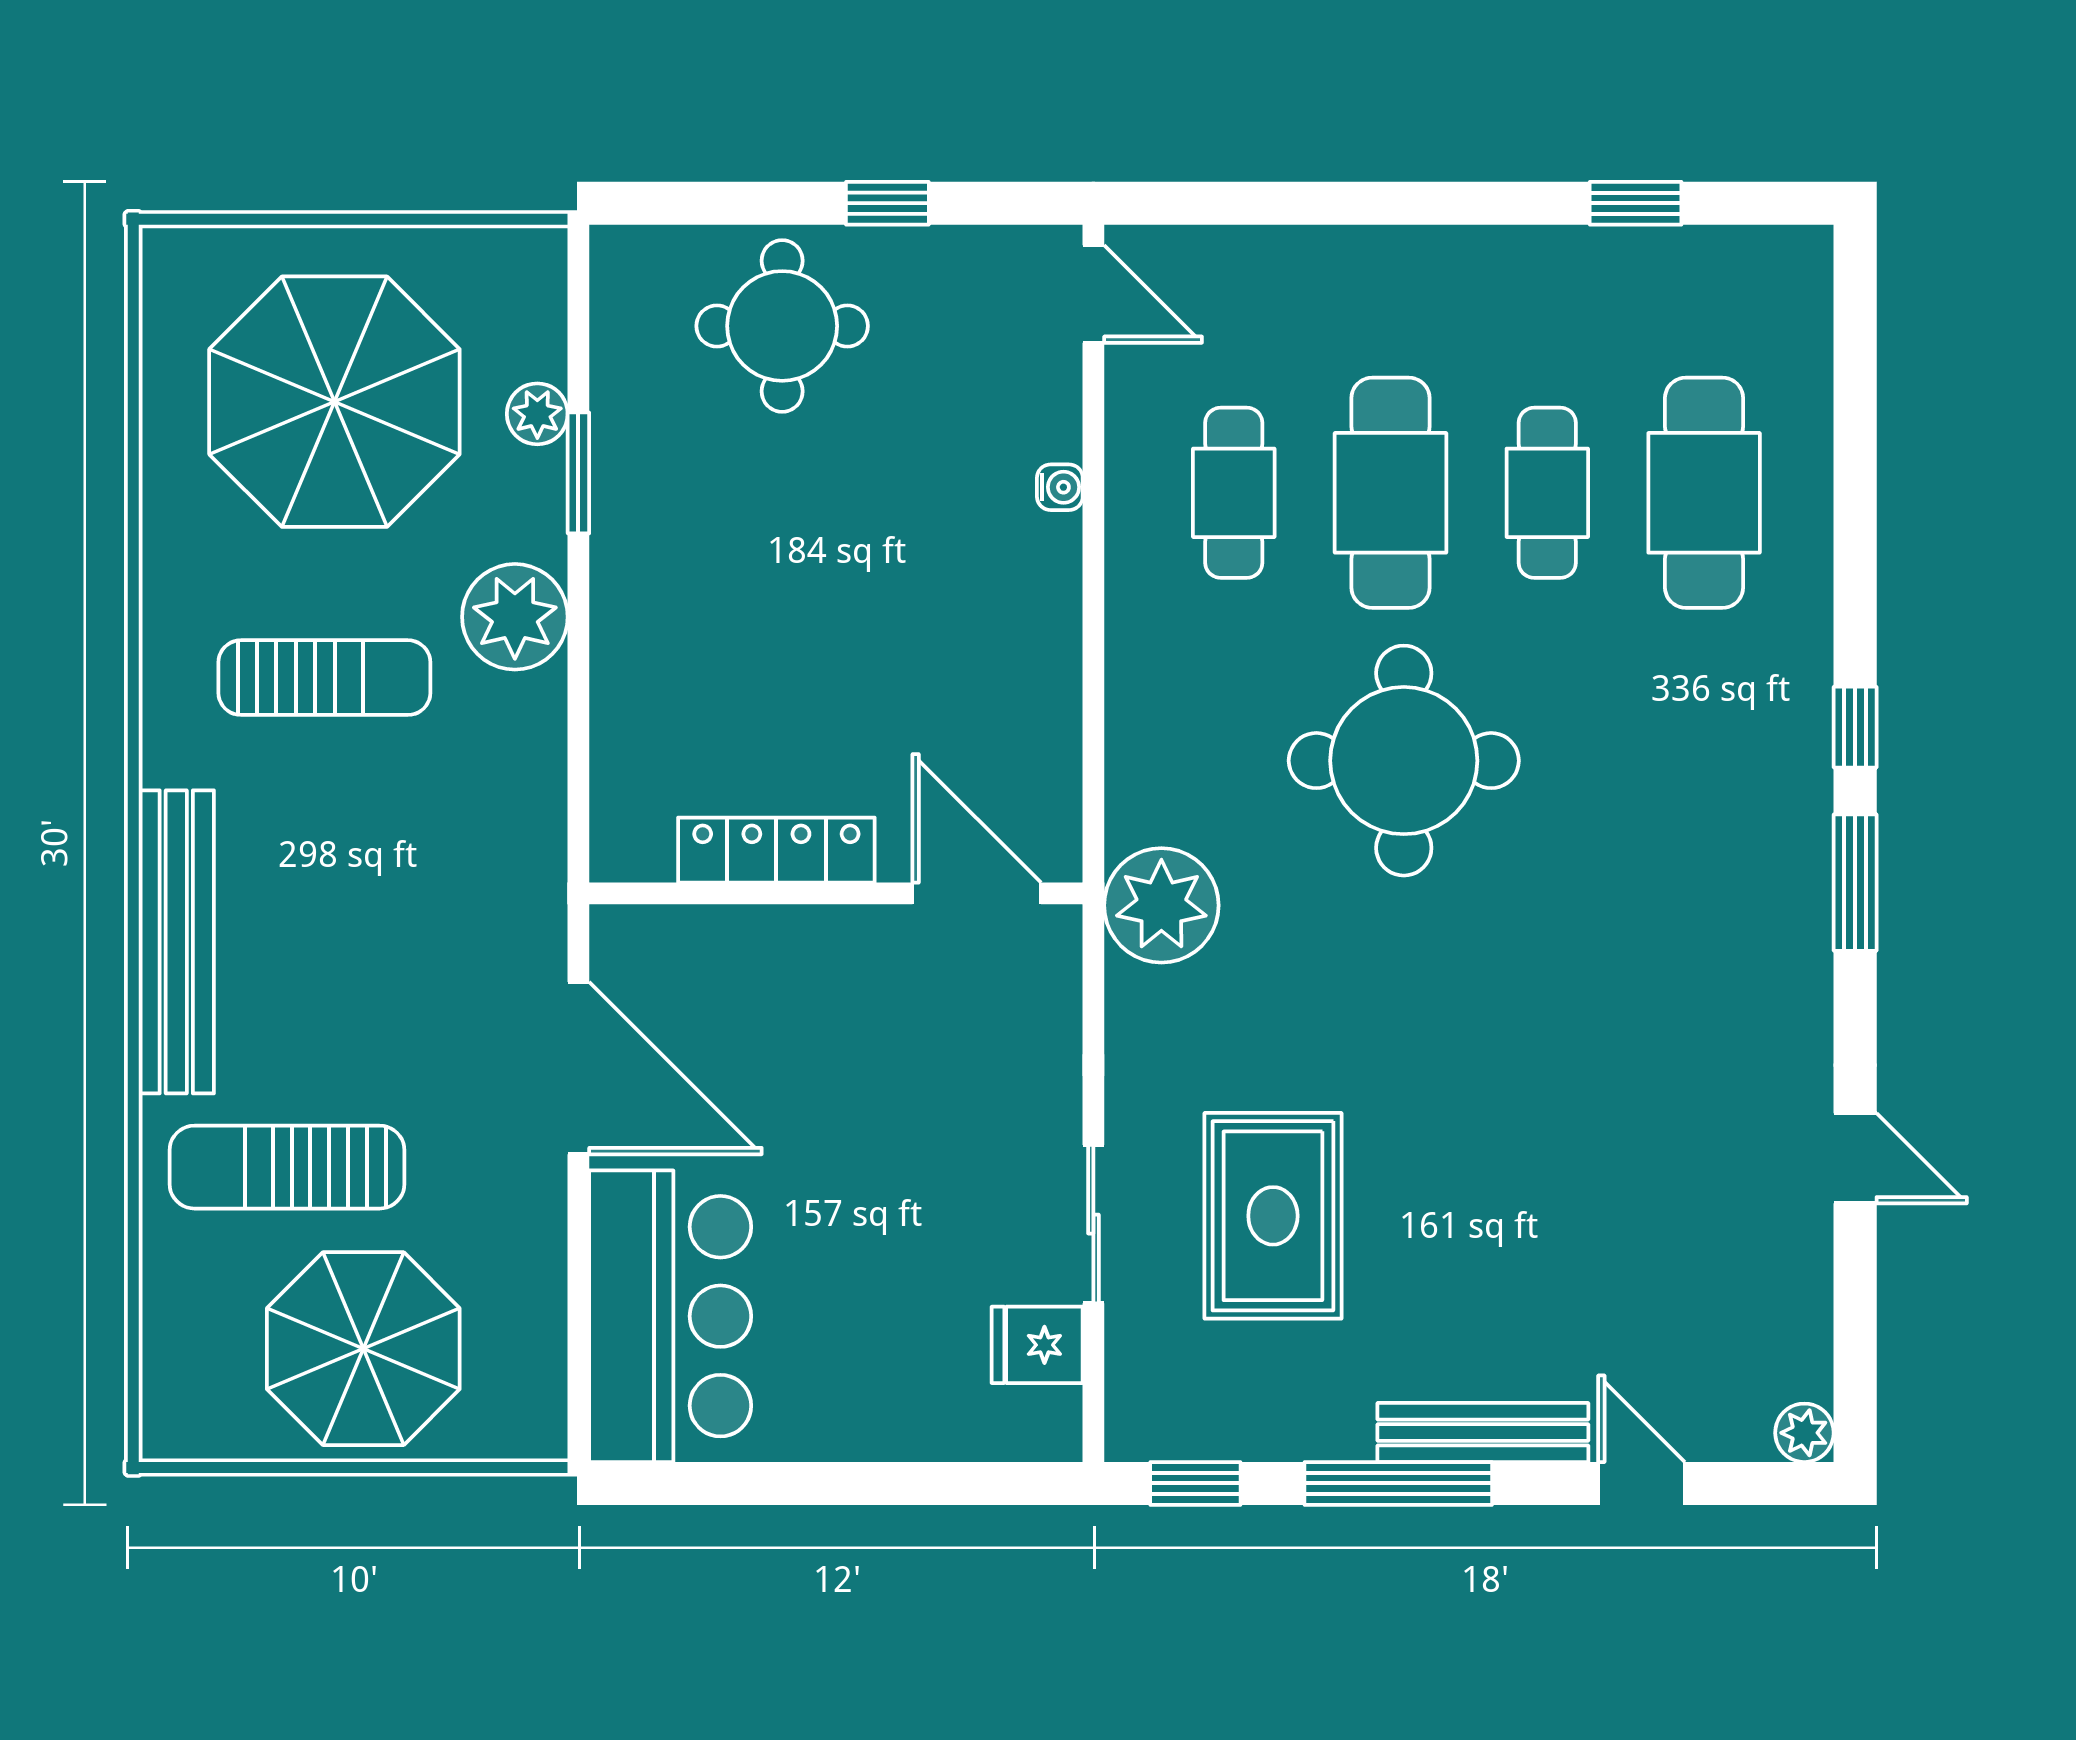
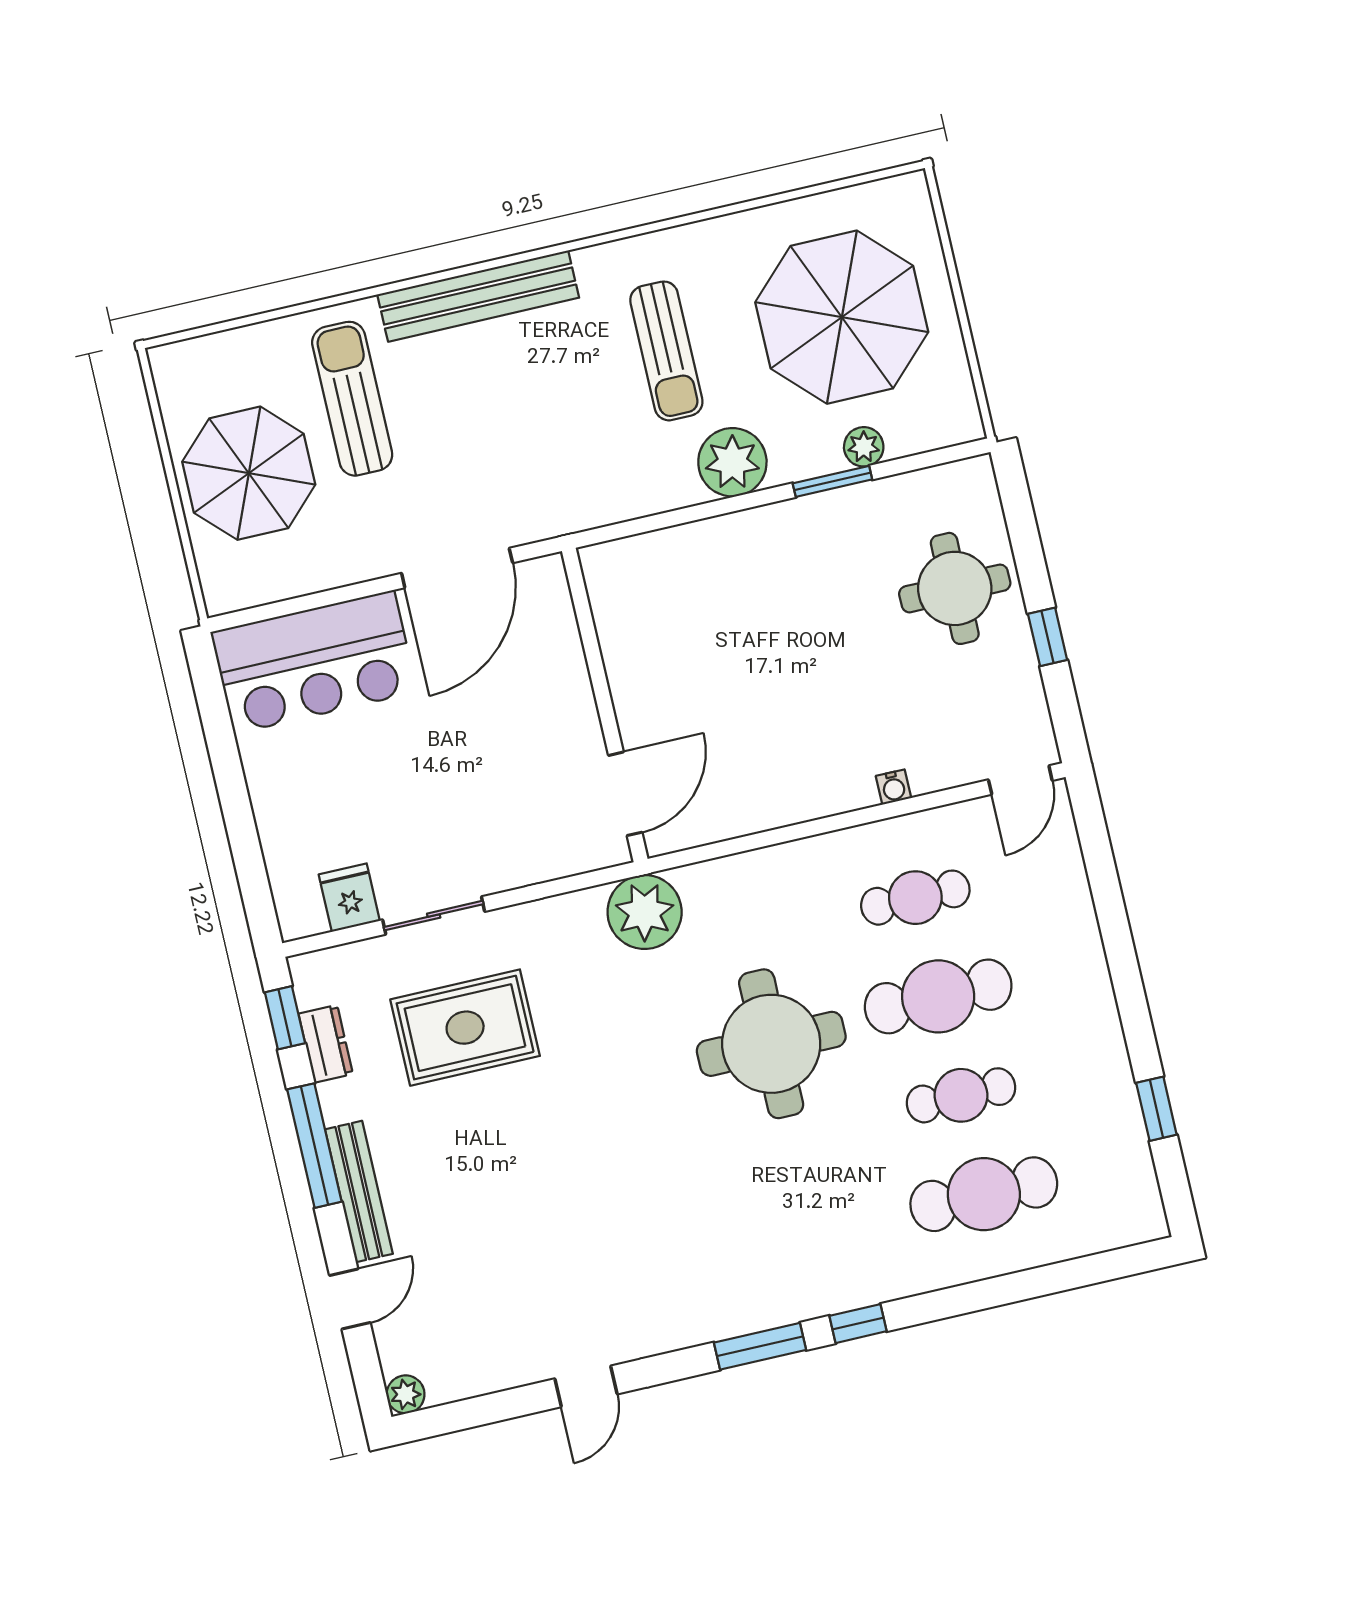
locker: (776, 850) -> (623, 661), removed
dresser: (1249, 1431) -> (326, 1044), added

